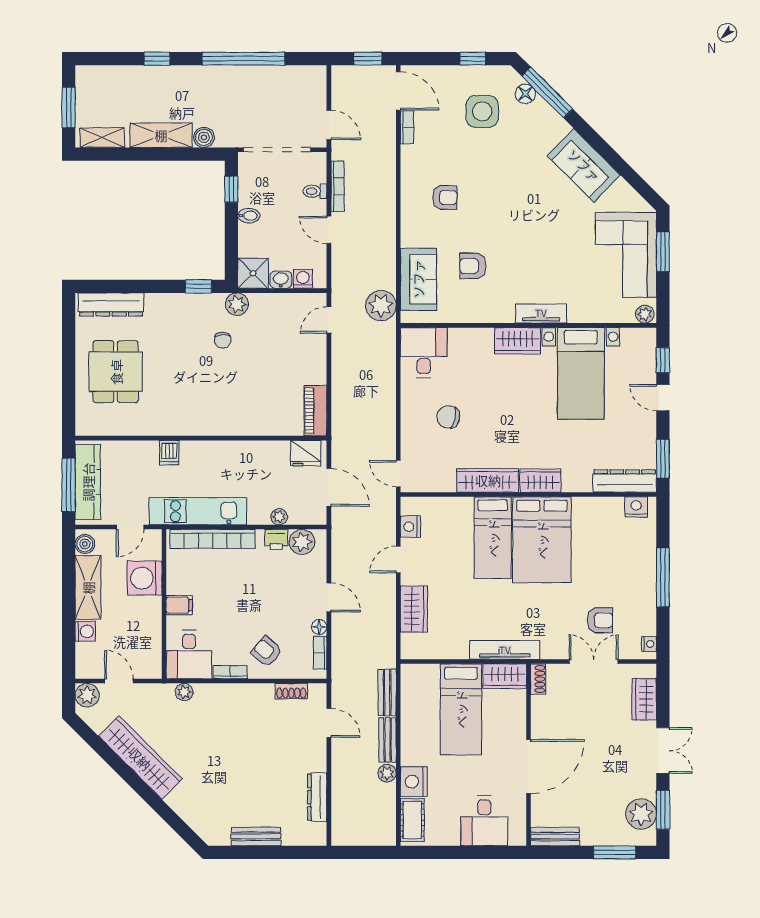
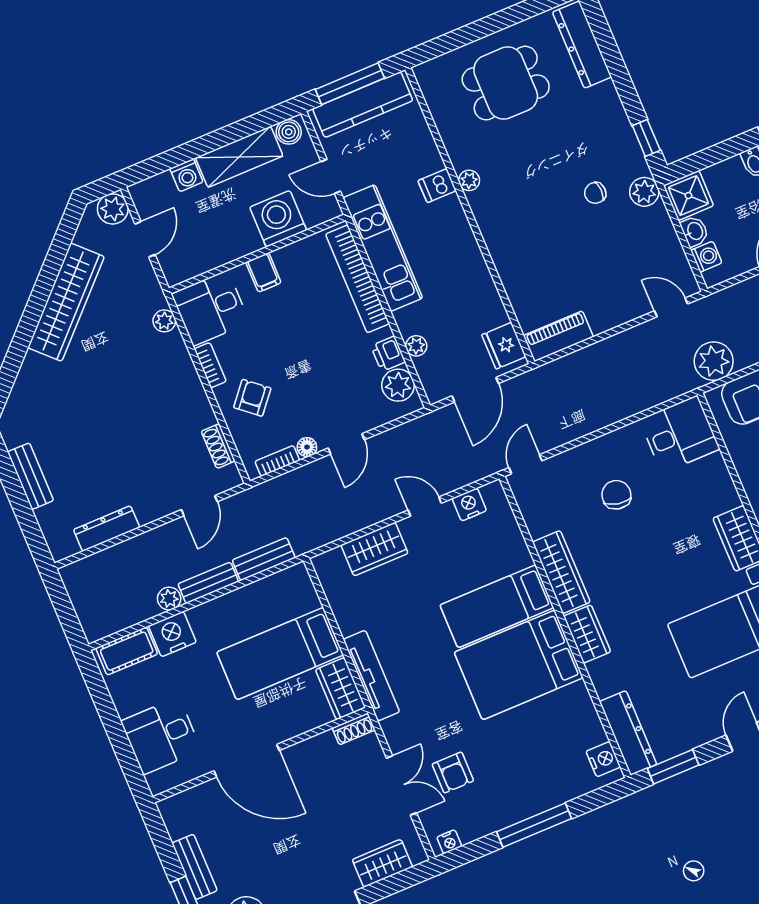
plant: (175, 428) -> (469, 180), added
bench: (555, 837) -> (194, 867), moved

